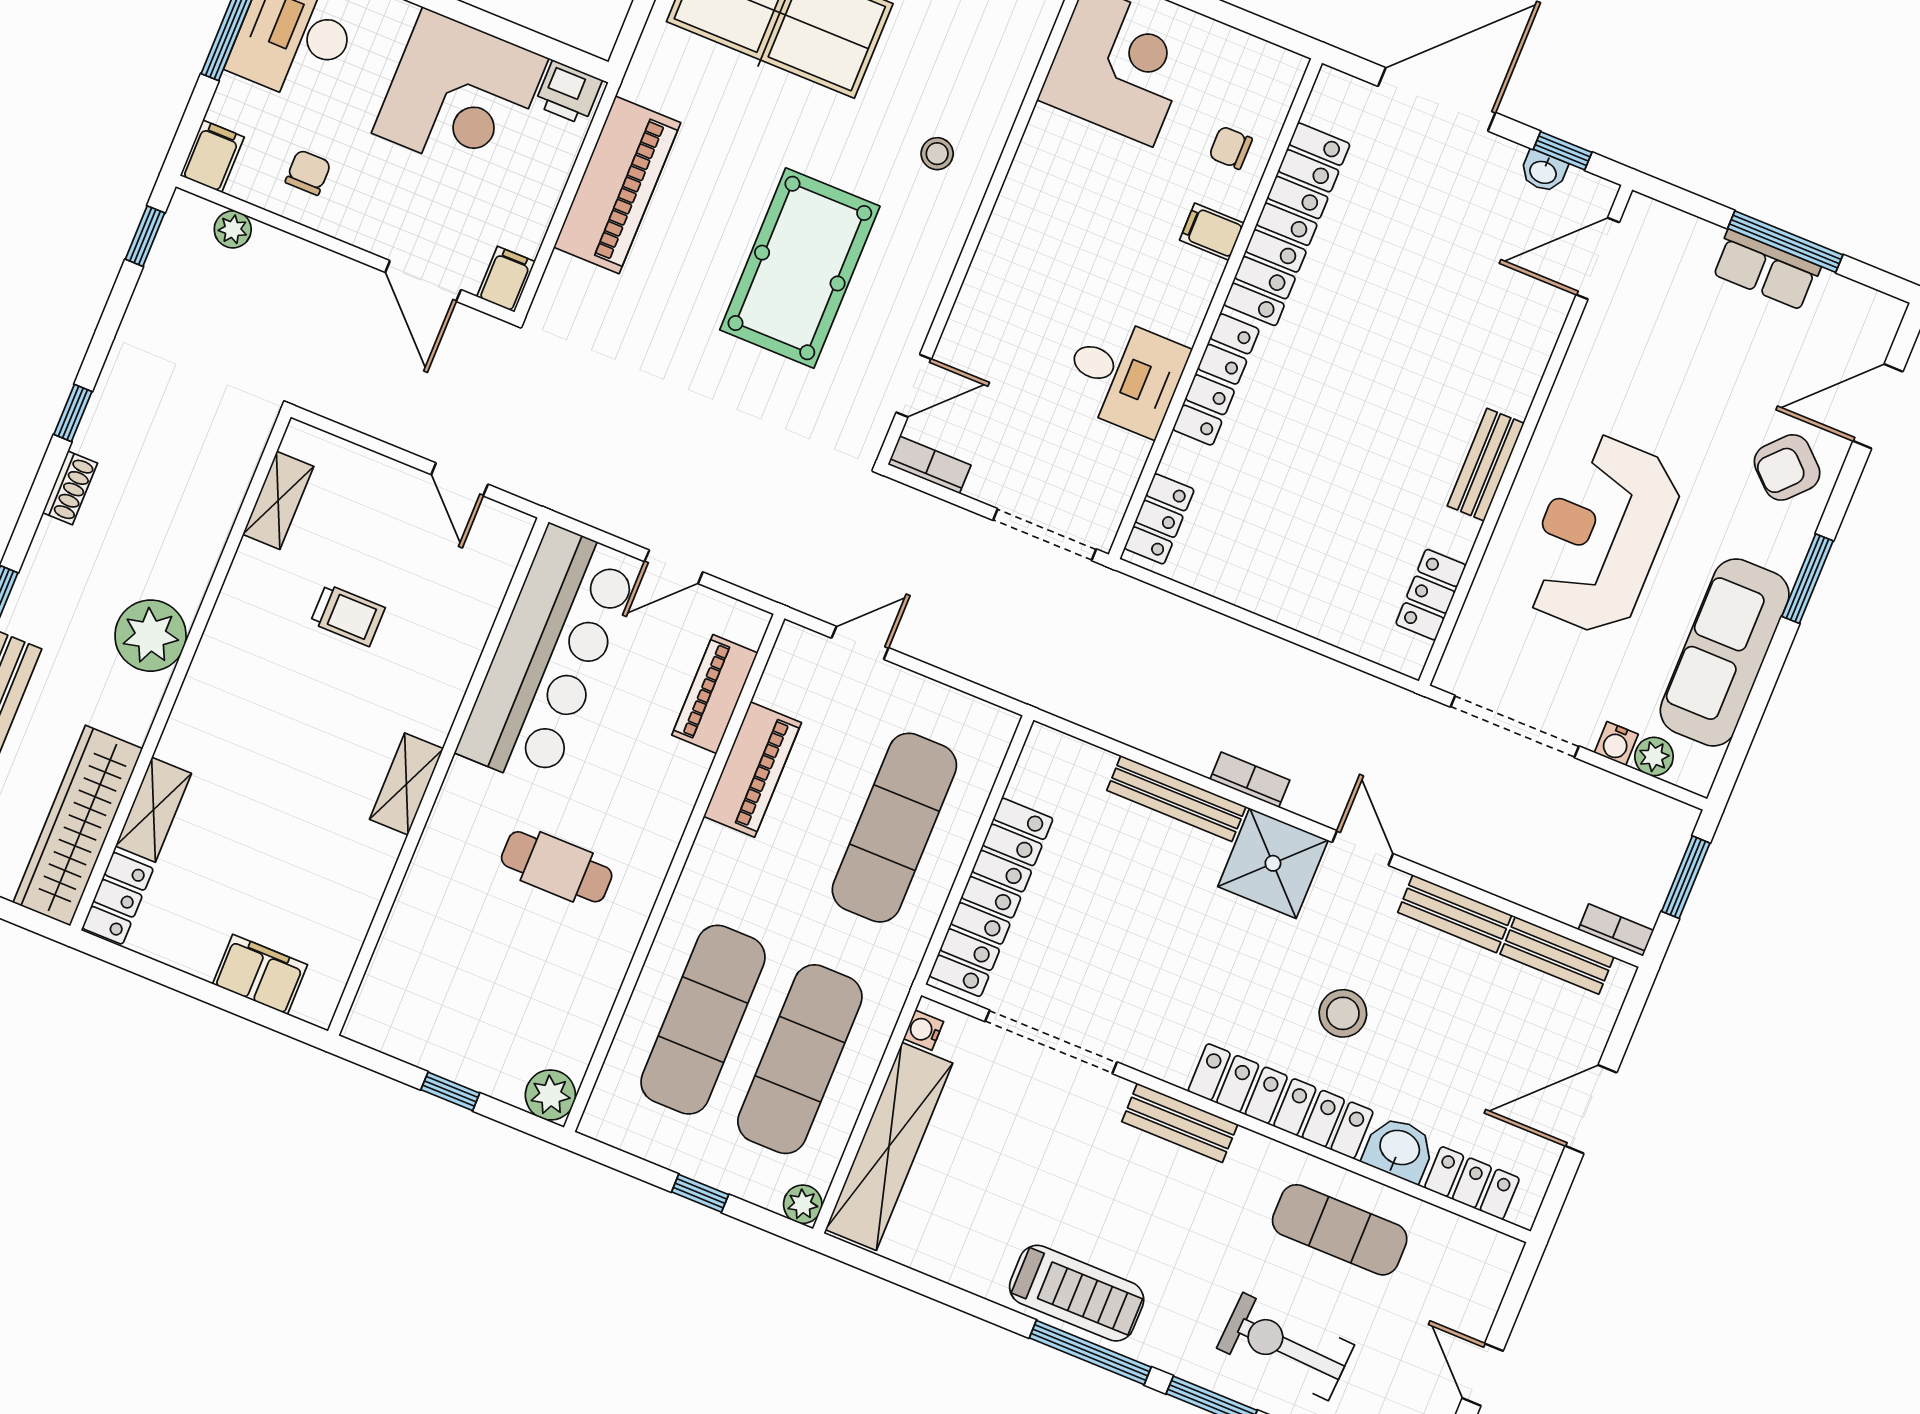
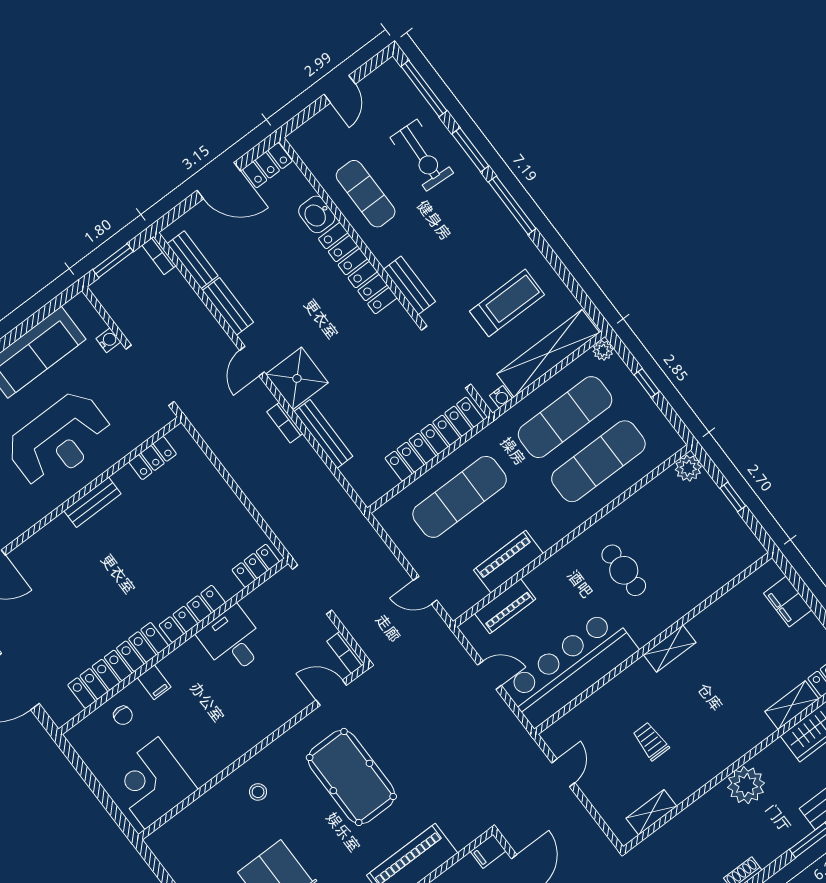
pool table: (800, 268) -> (351, 777), turned 90
plant: (1654, 757) -> (95, 324), removed
stool: (1343, 1013) -> (306, 291), removed
locker: (1472, 1183) -> (267, 165), moved, turned -90
treadmill: (1077, 1293) -> (507, 303), moved, turned 90

